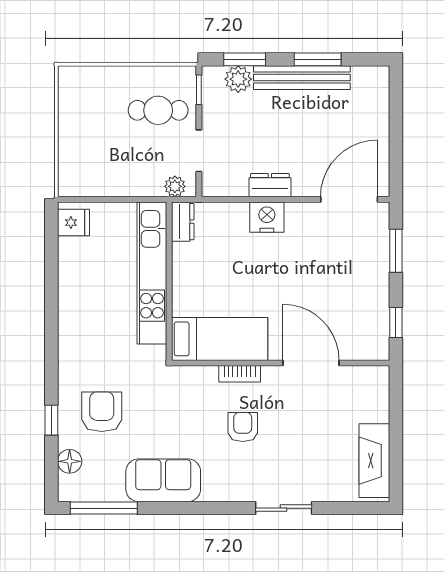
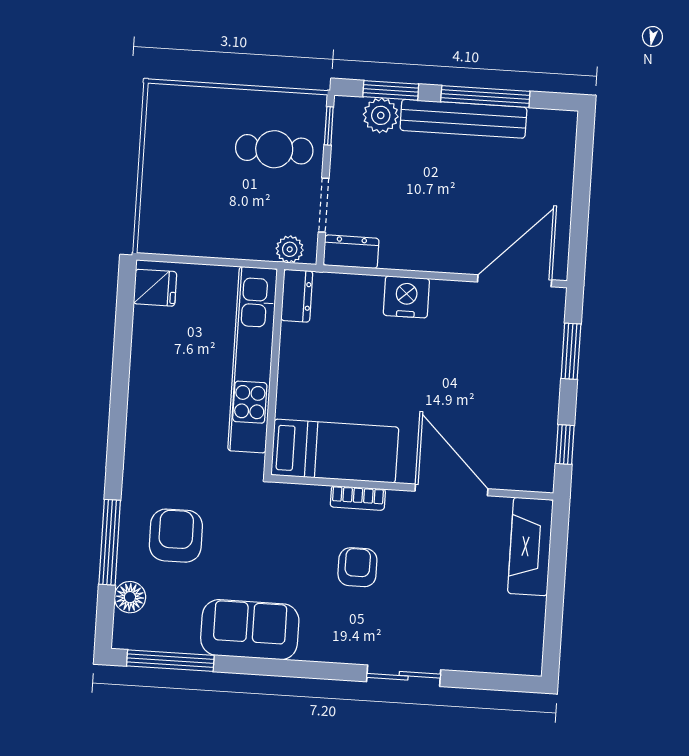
window: (318, 59) -> (485, 96), width x1.44
dresser: (270, 185) -> (351, 252), moved
window: (51, 420) -> (110, 542), width x2.17
fireplace: (374, 461) -> (530, 547), moved

